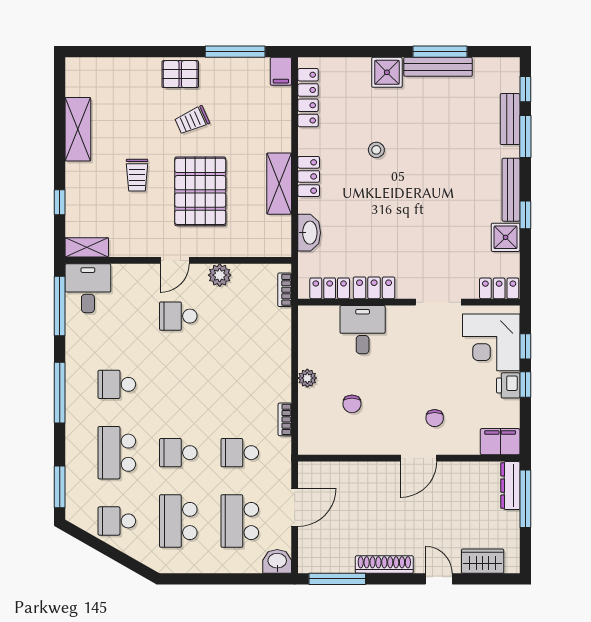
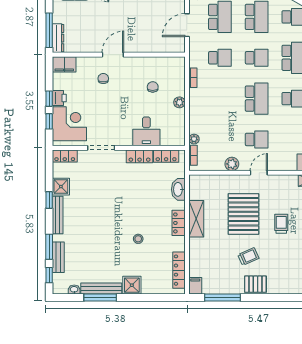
washbasin: (484, 65) -> (74, 290), added
plant: (283, 317) -> (194, 139), added
school desk: (178, 384) -> (257, 99), added

